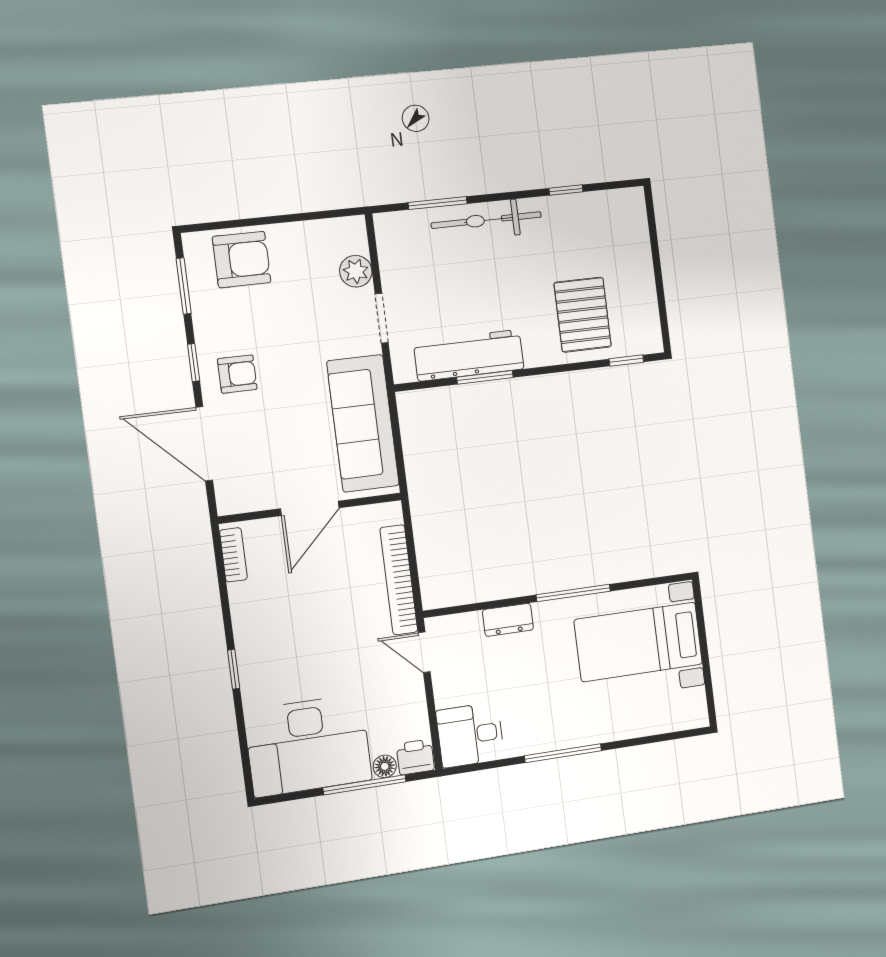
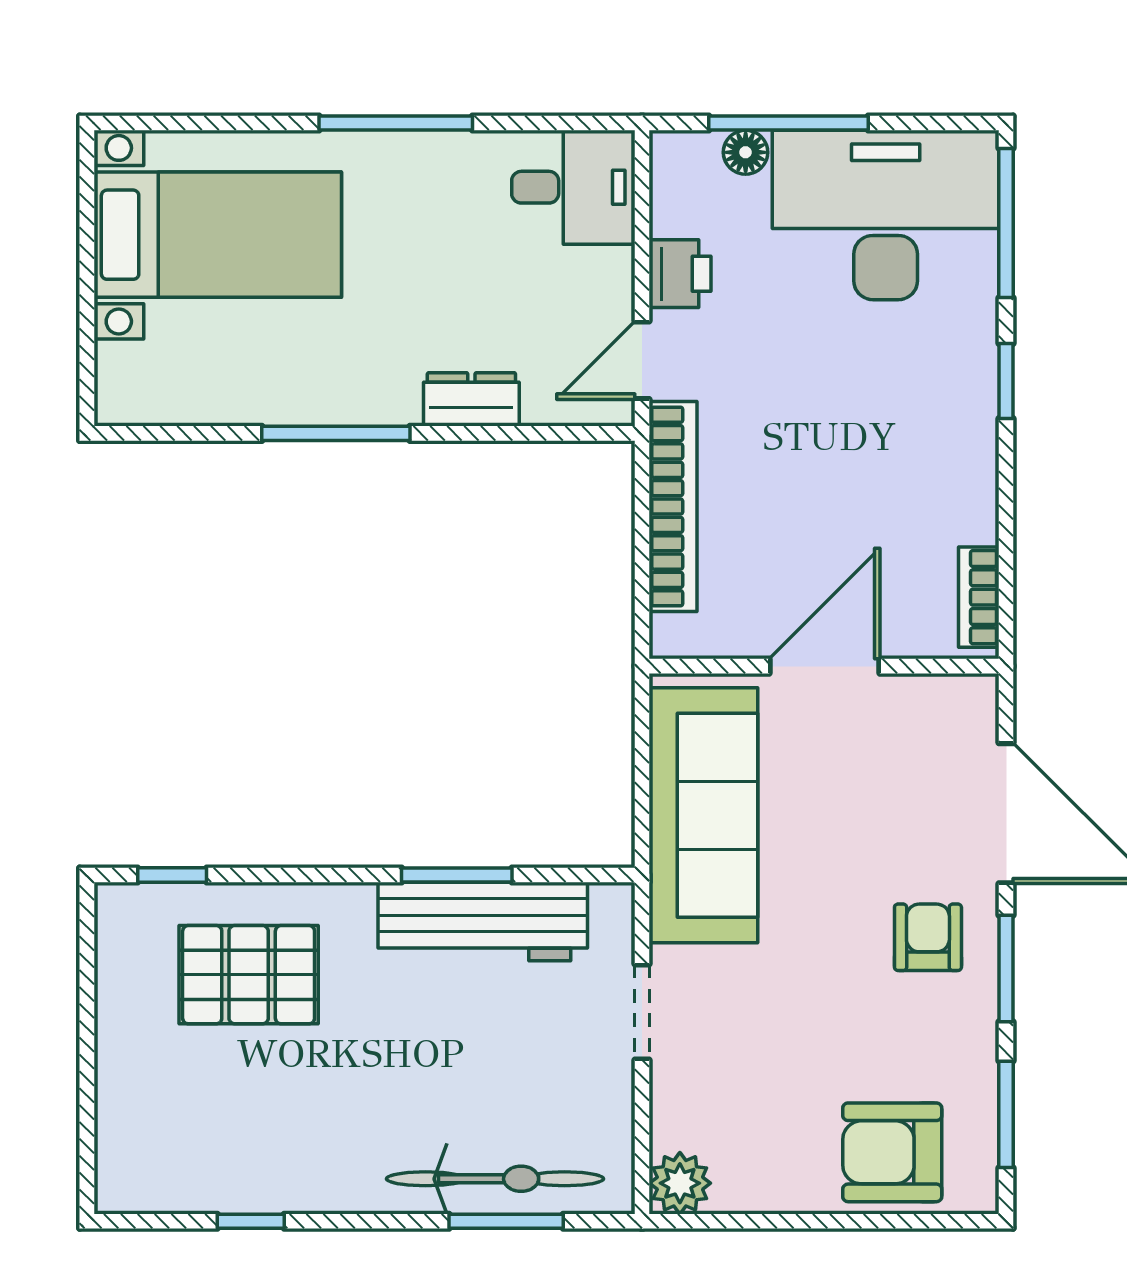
bicycle: (486, 220) -> (495, 1179), moved
plant: (356, 271) -> (680, 1183), moved
pallet: (583, 315) -> (249, 975), turned 90
window: (194, 363) -> (1006, 968), width x1.50
armchair: (237, 374) -> (928, 937), turned 90
bed with nightstands: (638, 642) -> (218, 235), moved
door: (424, 652) -> (642, 360), swing flipped
window: (244, 751) -> (1006, 223), added
printer: (415, 757) -> (680, 274), moved, turned -90

